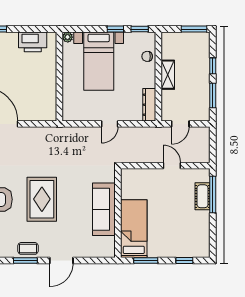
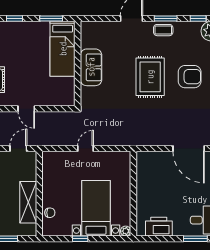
window: (140, 29) -> (57, 239), removed
shelving: (168, 75) -> (28, 202), width x1.50, depth x1.33
dresser: (149, 105) -> (48, 167), removed
sofa: (104, 209) -> (91, 67), width x0.73

